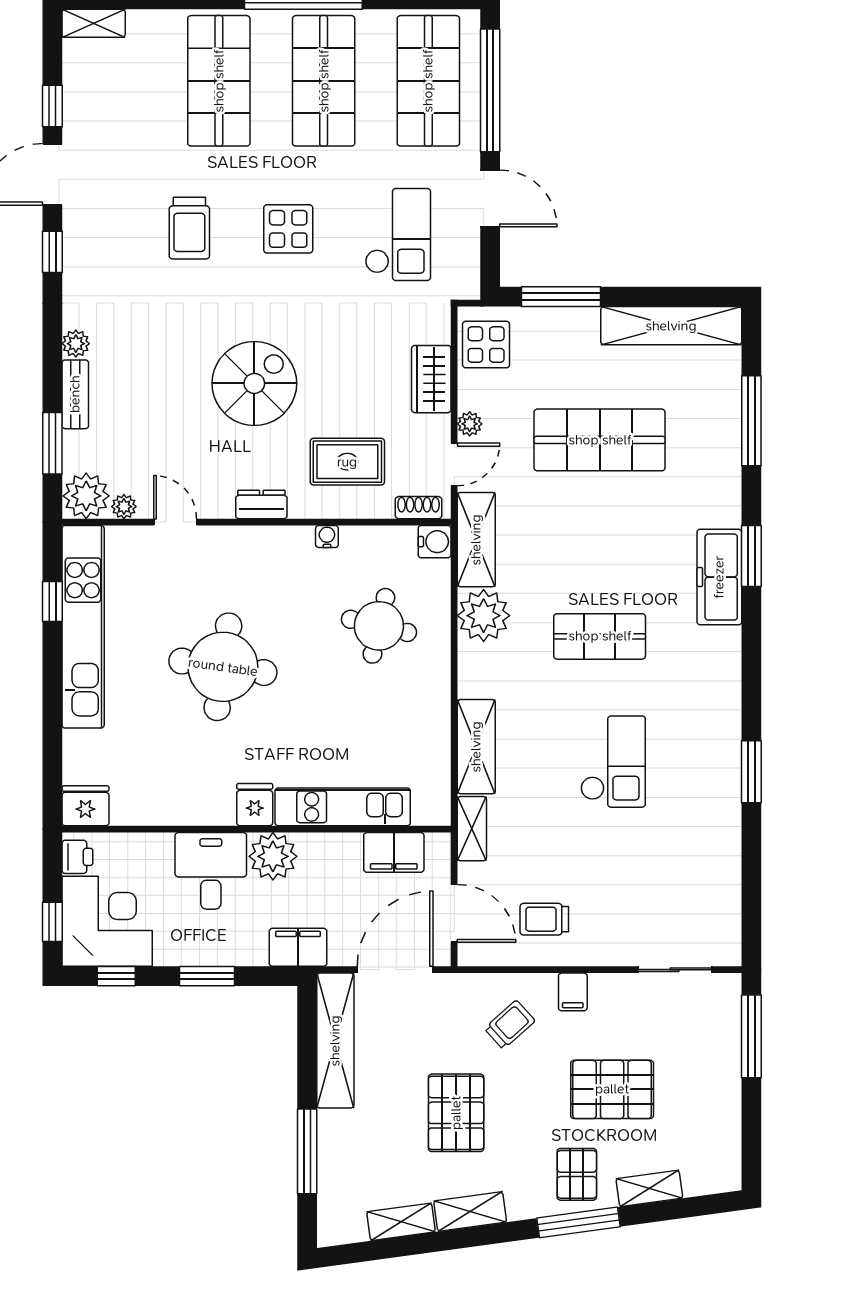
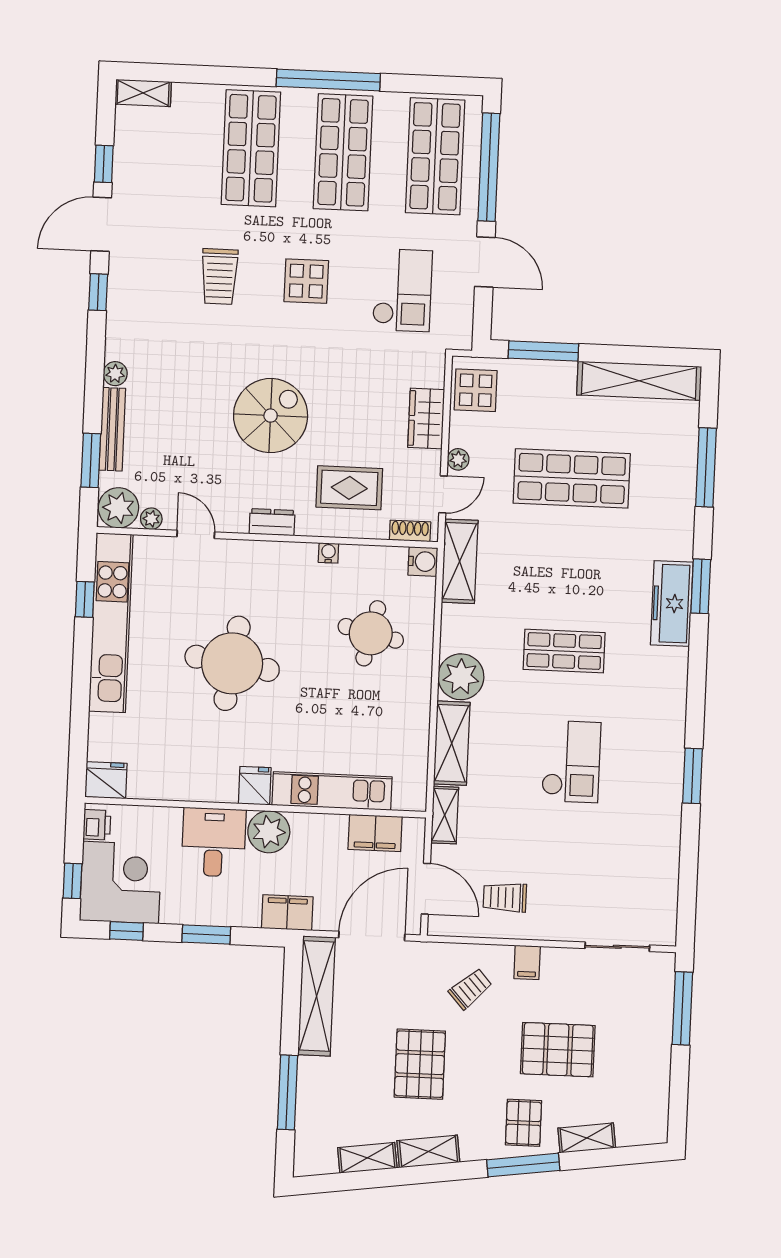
bench: (75, 394) -> (112, 429), width x1.36
plant: (484, 616) -> (461, 677), moved

